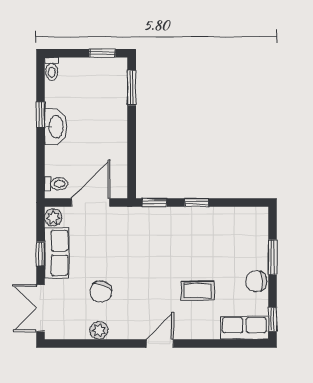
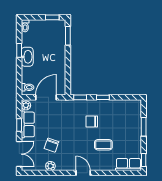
chair: (256, 281) -> (92, 122), moved
double door: (40, 308) -> (19, 154), swing flipped
door: (160, 343) -> (83, 173), hinge flipped

